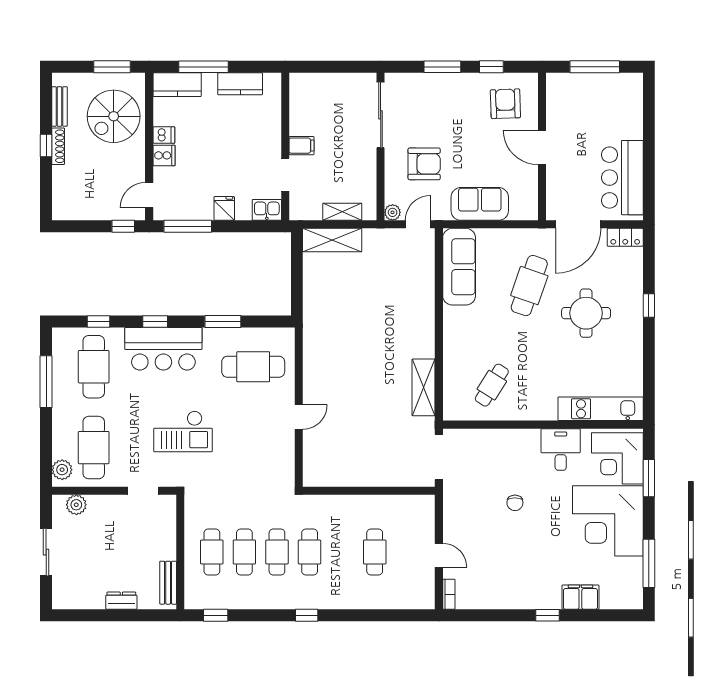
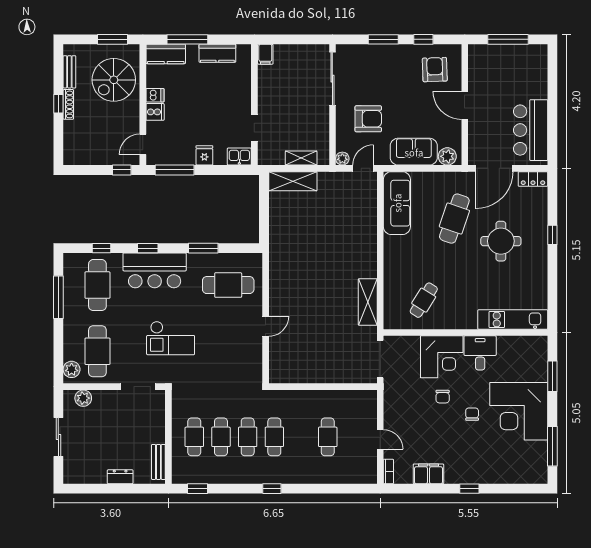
filing cabinet: (301, 146) -> (265, 54), moved, turned 90
plant: (521, 210) -> (447, 156), added
corner desk: (617, 458) -> (442, 357), moved, turned -90
doorway: (143, 491) -> (138, 387), width x1.38
chair: (551, 524) -> (472, 414), added
filing cabinet: (580, 597) -> (428, 474), moved

